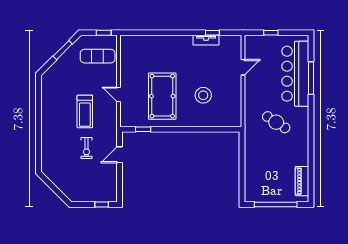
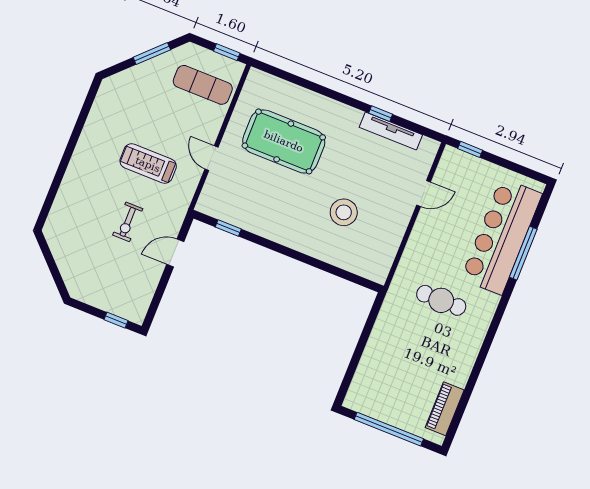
window: (212, 33) -> (381, 114), moved
window: (271, 33) -> (470, 149), moved
tv unit: (206, 40) -> (391, 131), width x1.41
pool table: (162, 96) -> (284, 141), moved, turned 90
treadmill: (85, 111) -> (148, 164), turned 90
cafe table: (276, 122) -> (441, 300), turned -33

